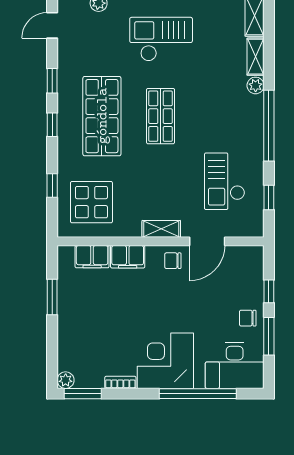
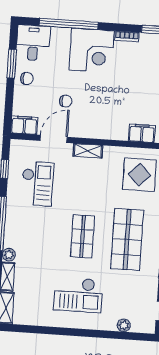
filing cabinet: (128, 257) -> (24, 125), moved
chair: (173, 261) -> (66, 101), moved
window: (269, 291) -> (9, 98), removed
desk: (235, 366) -> (33, 43), width x0.73

